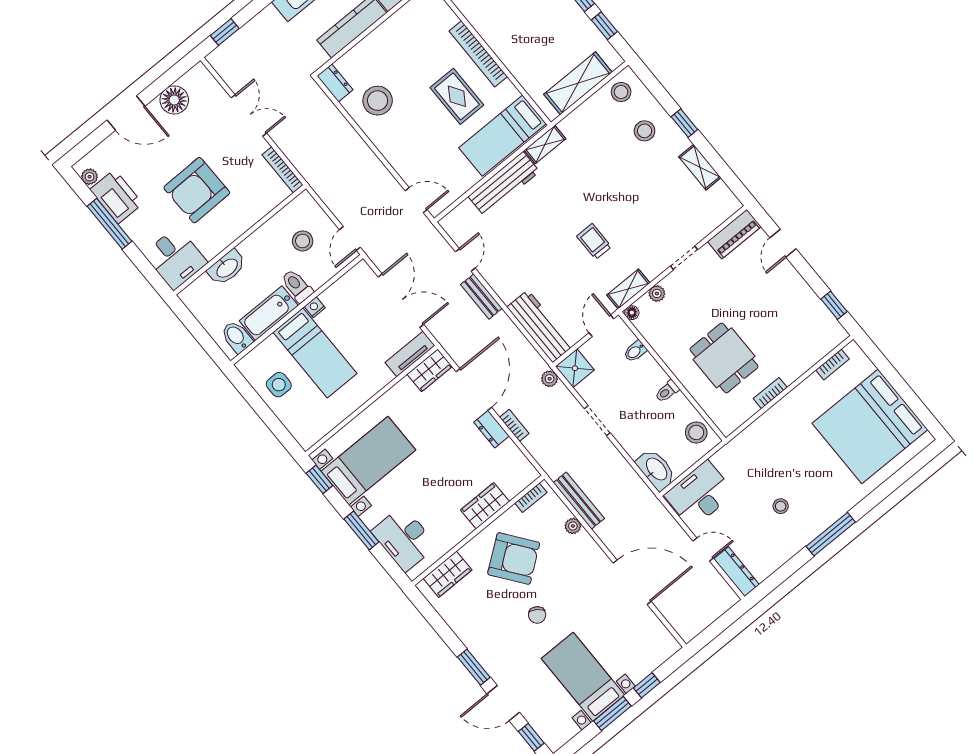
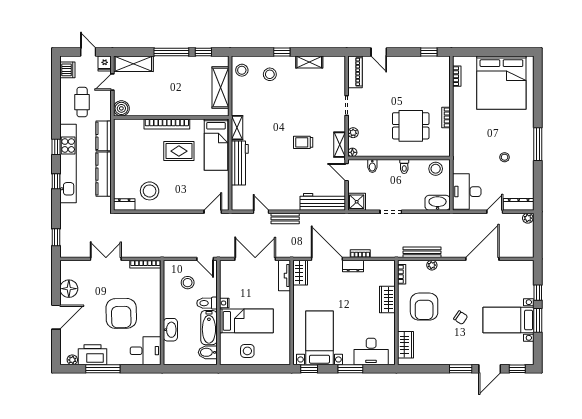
plant: (550, 379) -> (528, 218), moved
armchair: (514, 558) -> (424, 307), turned 127

